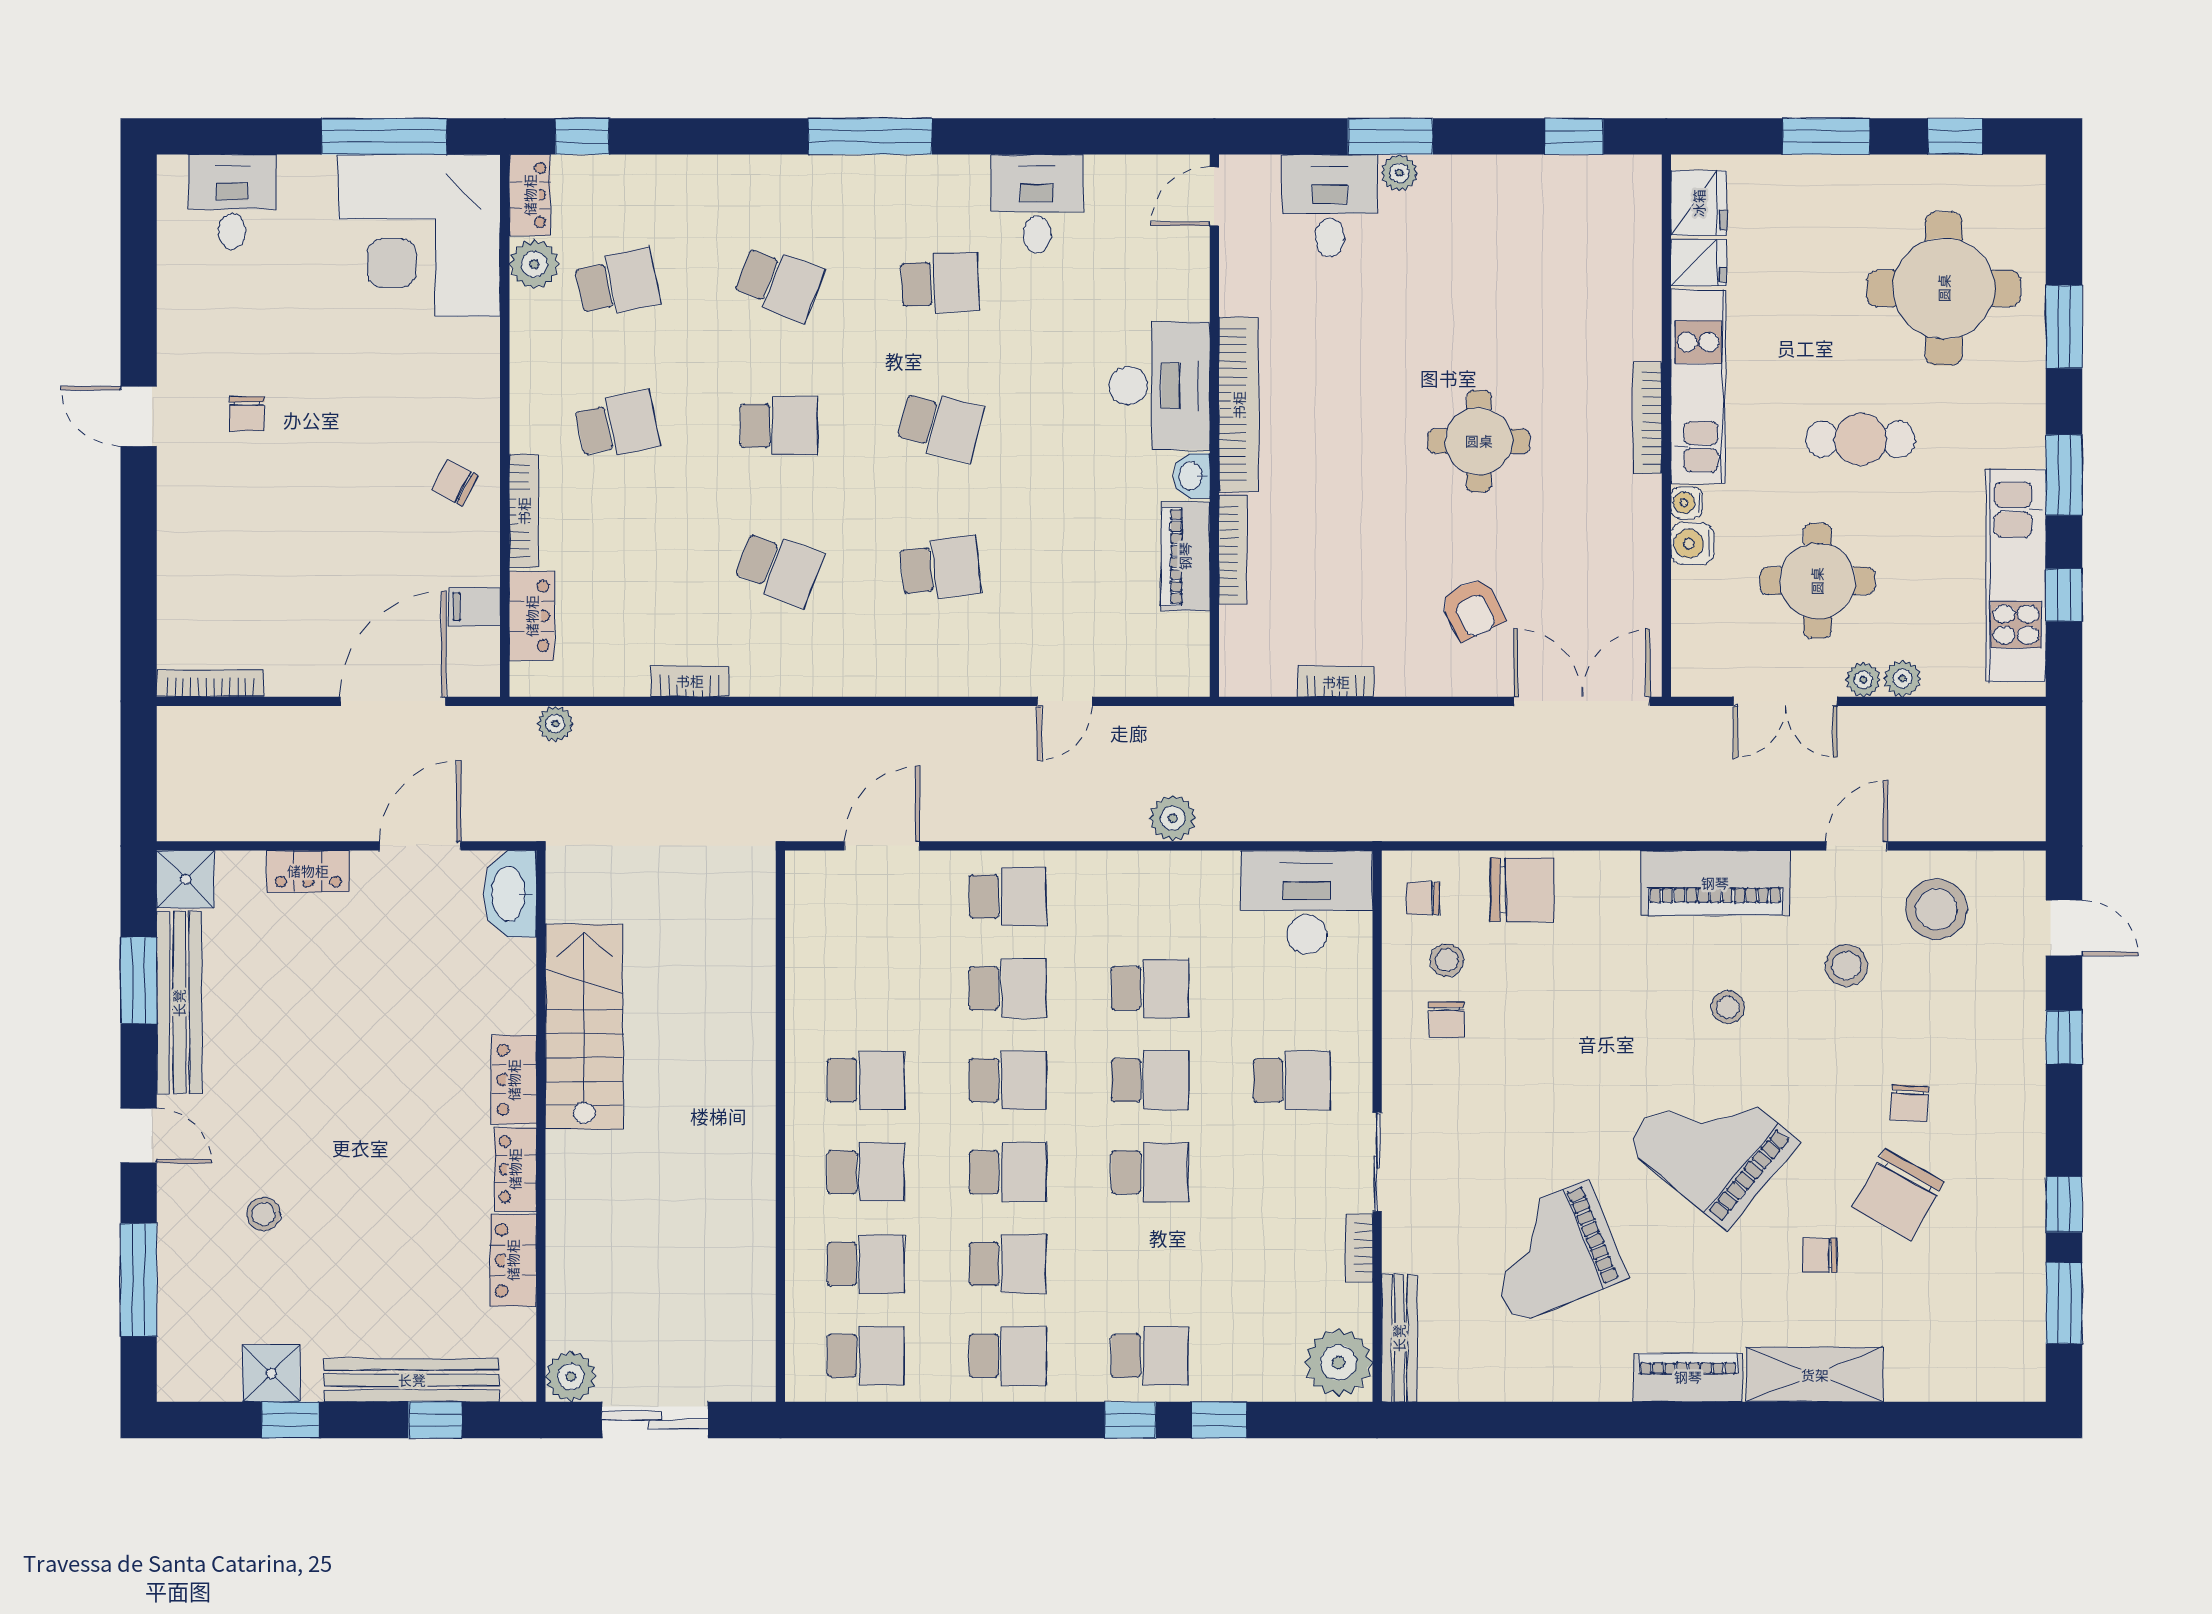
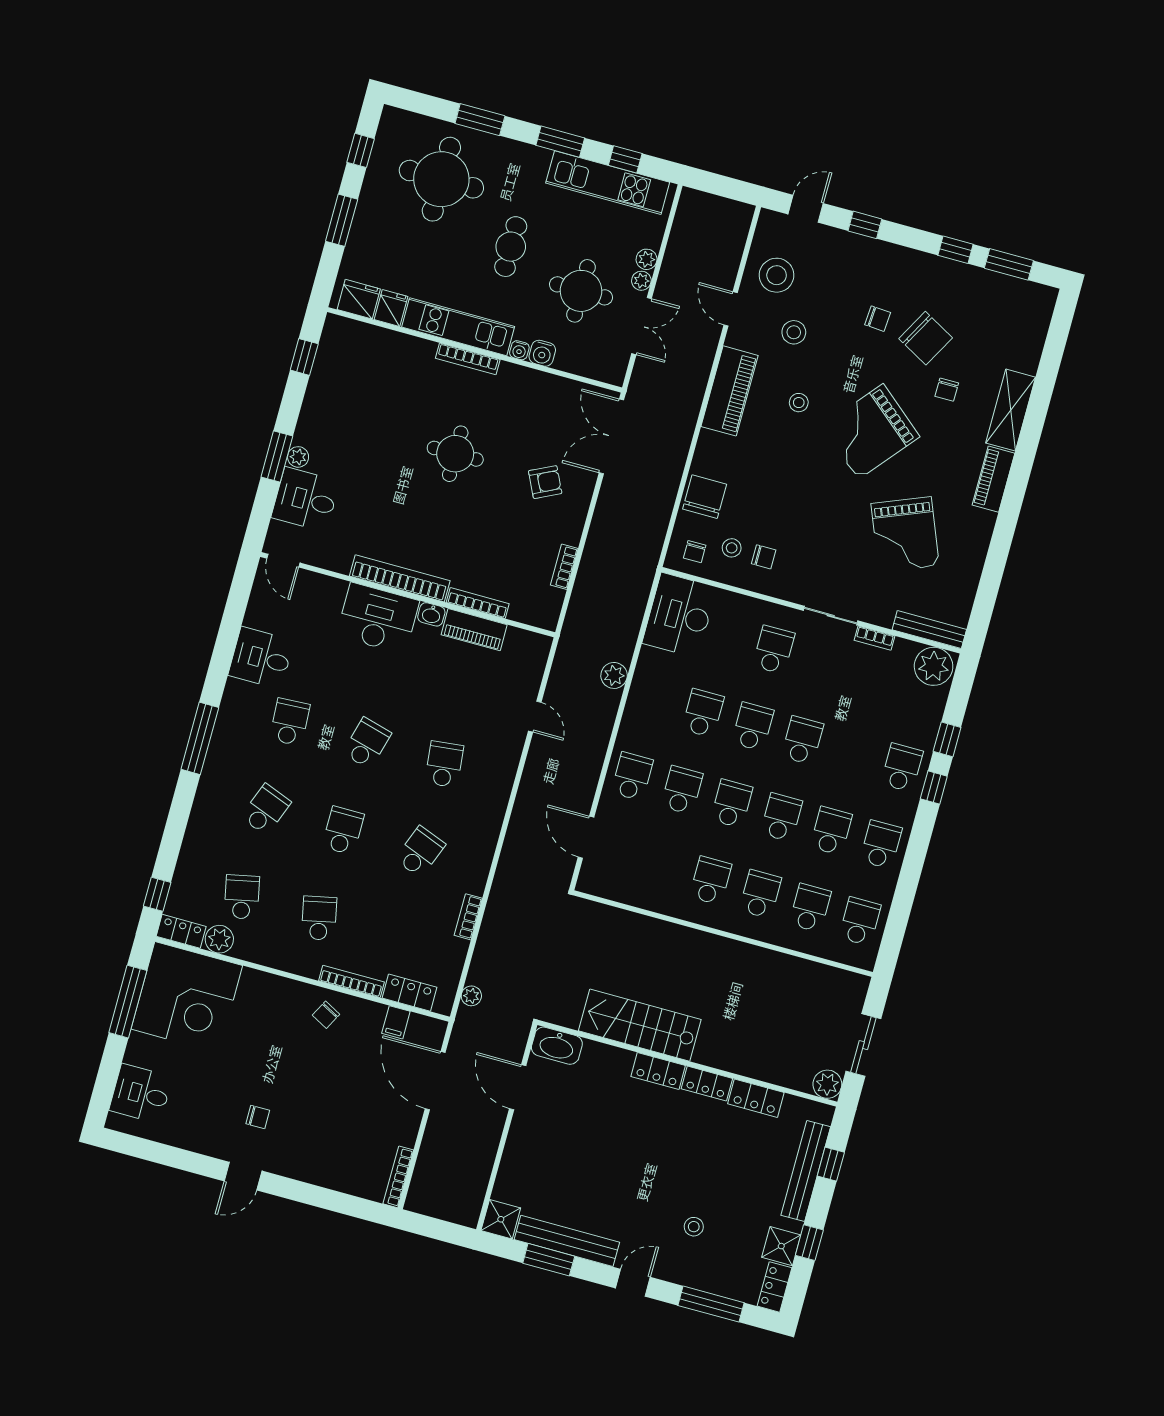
locker: (308, 871) -> (775, 1287), moved, turned 180

